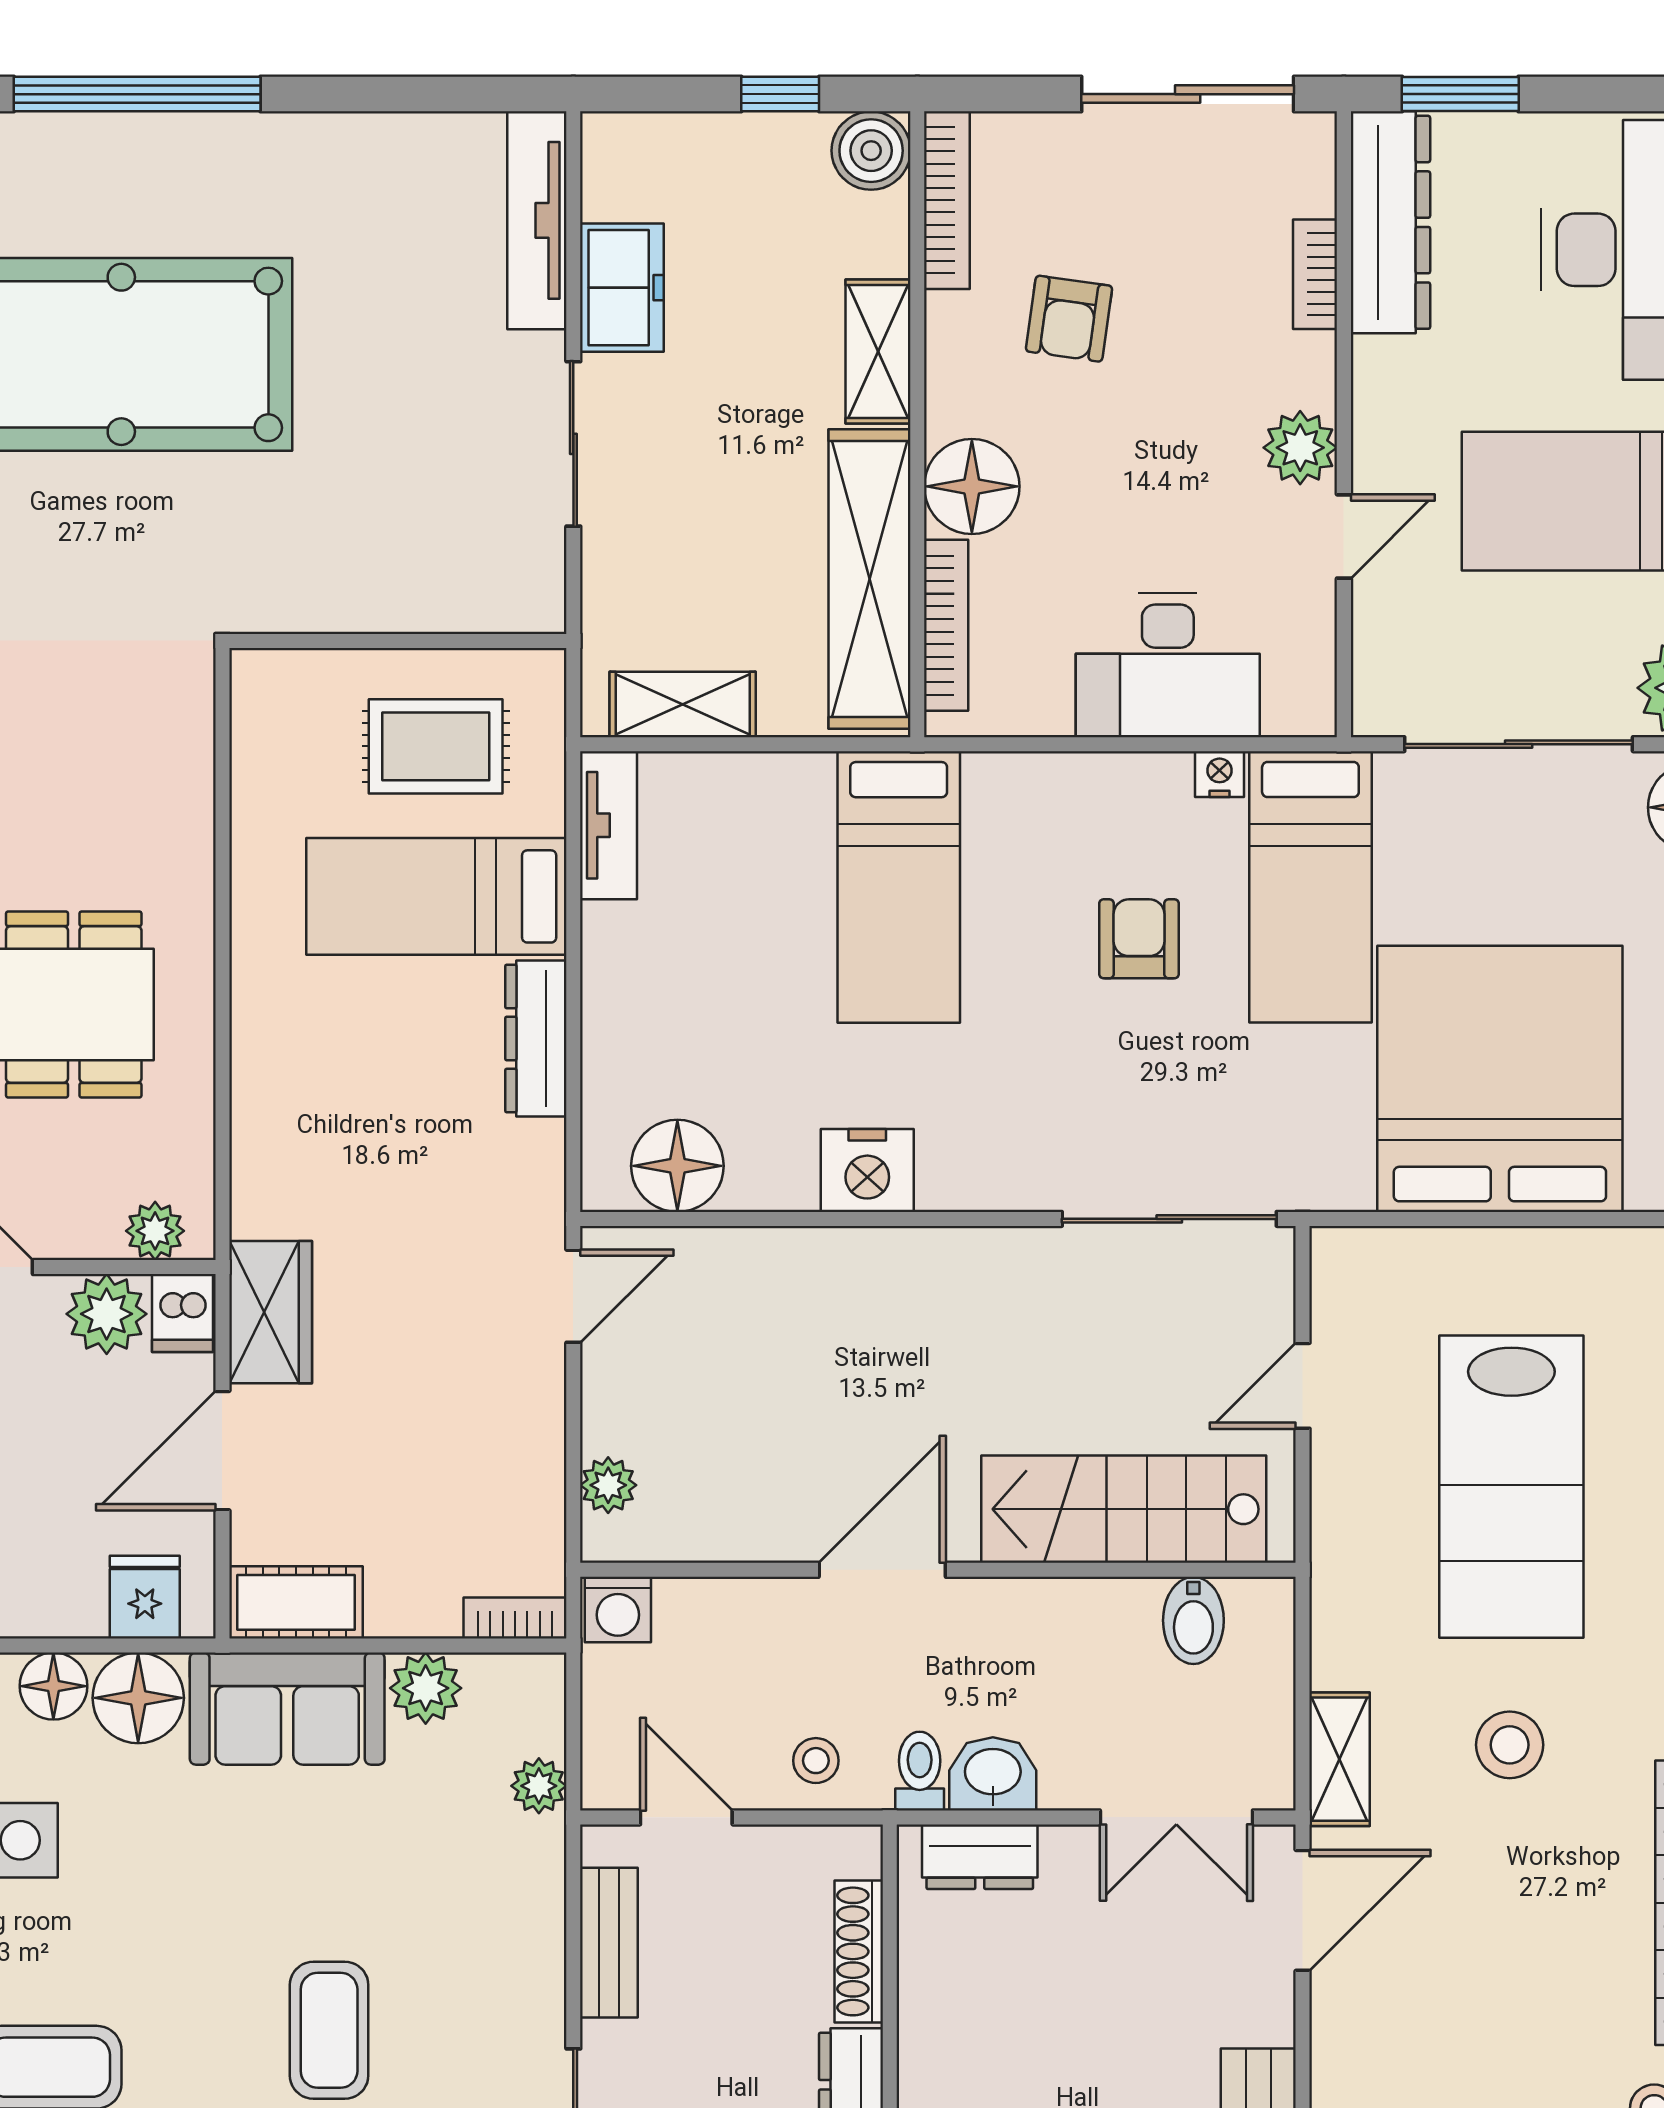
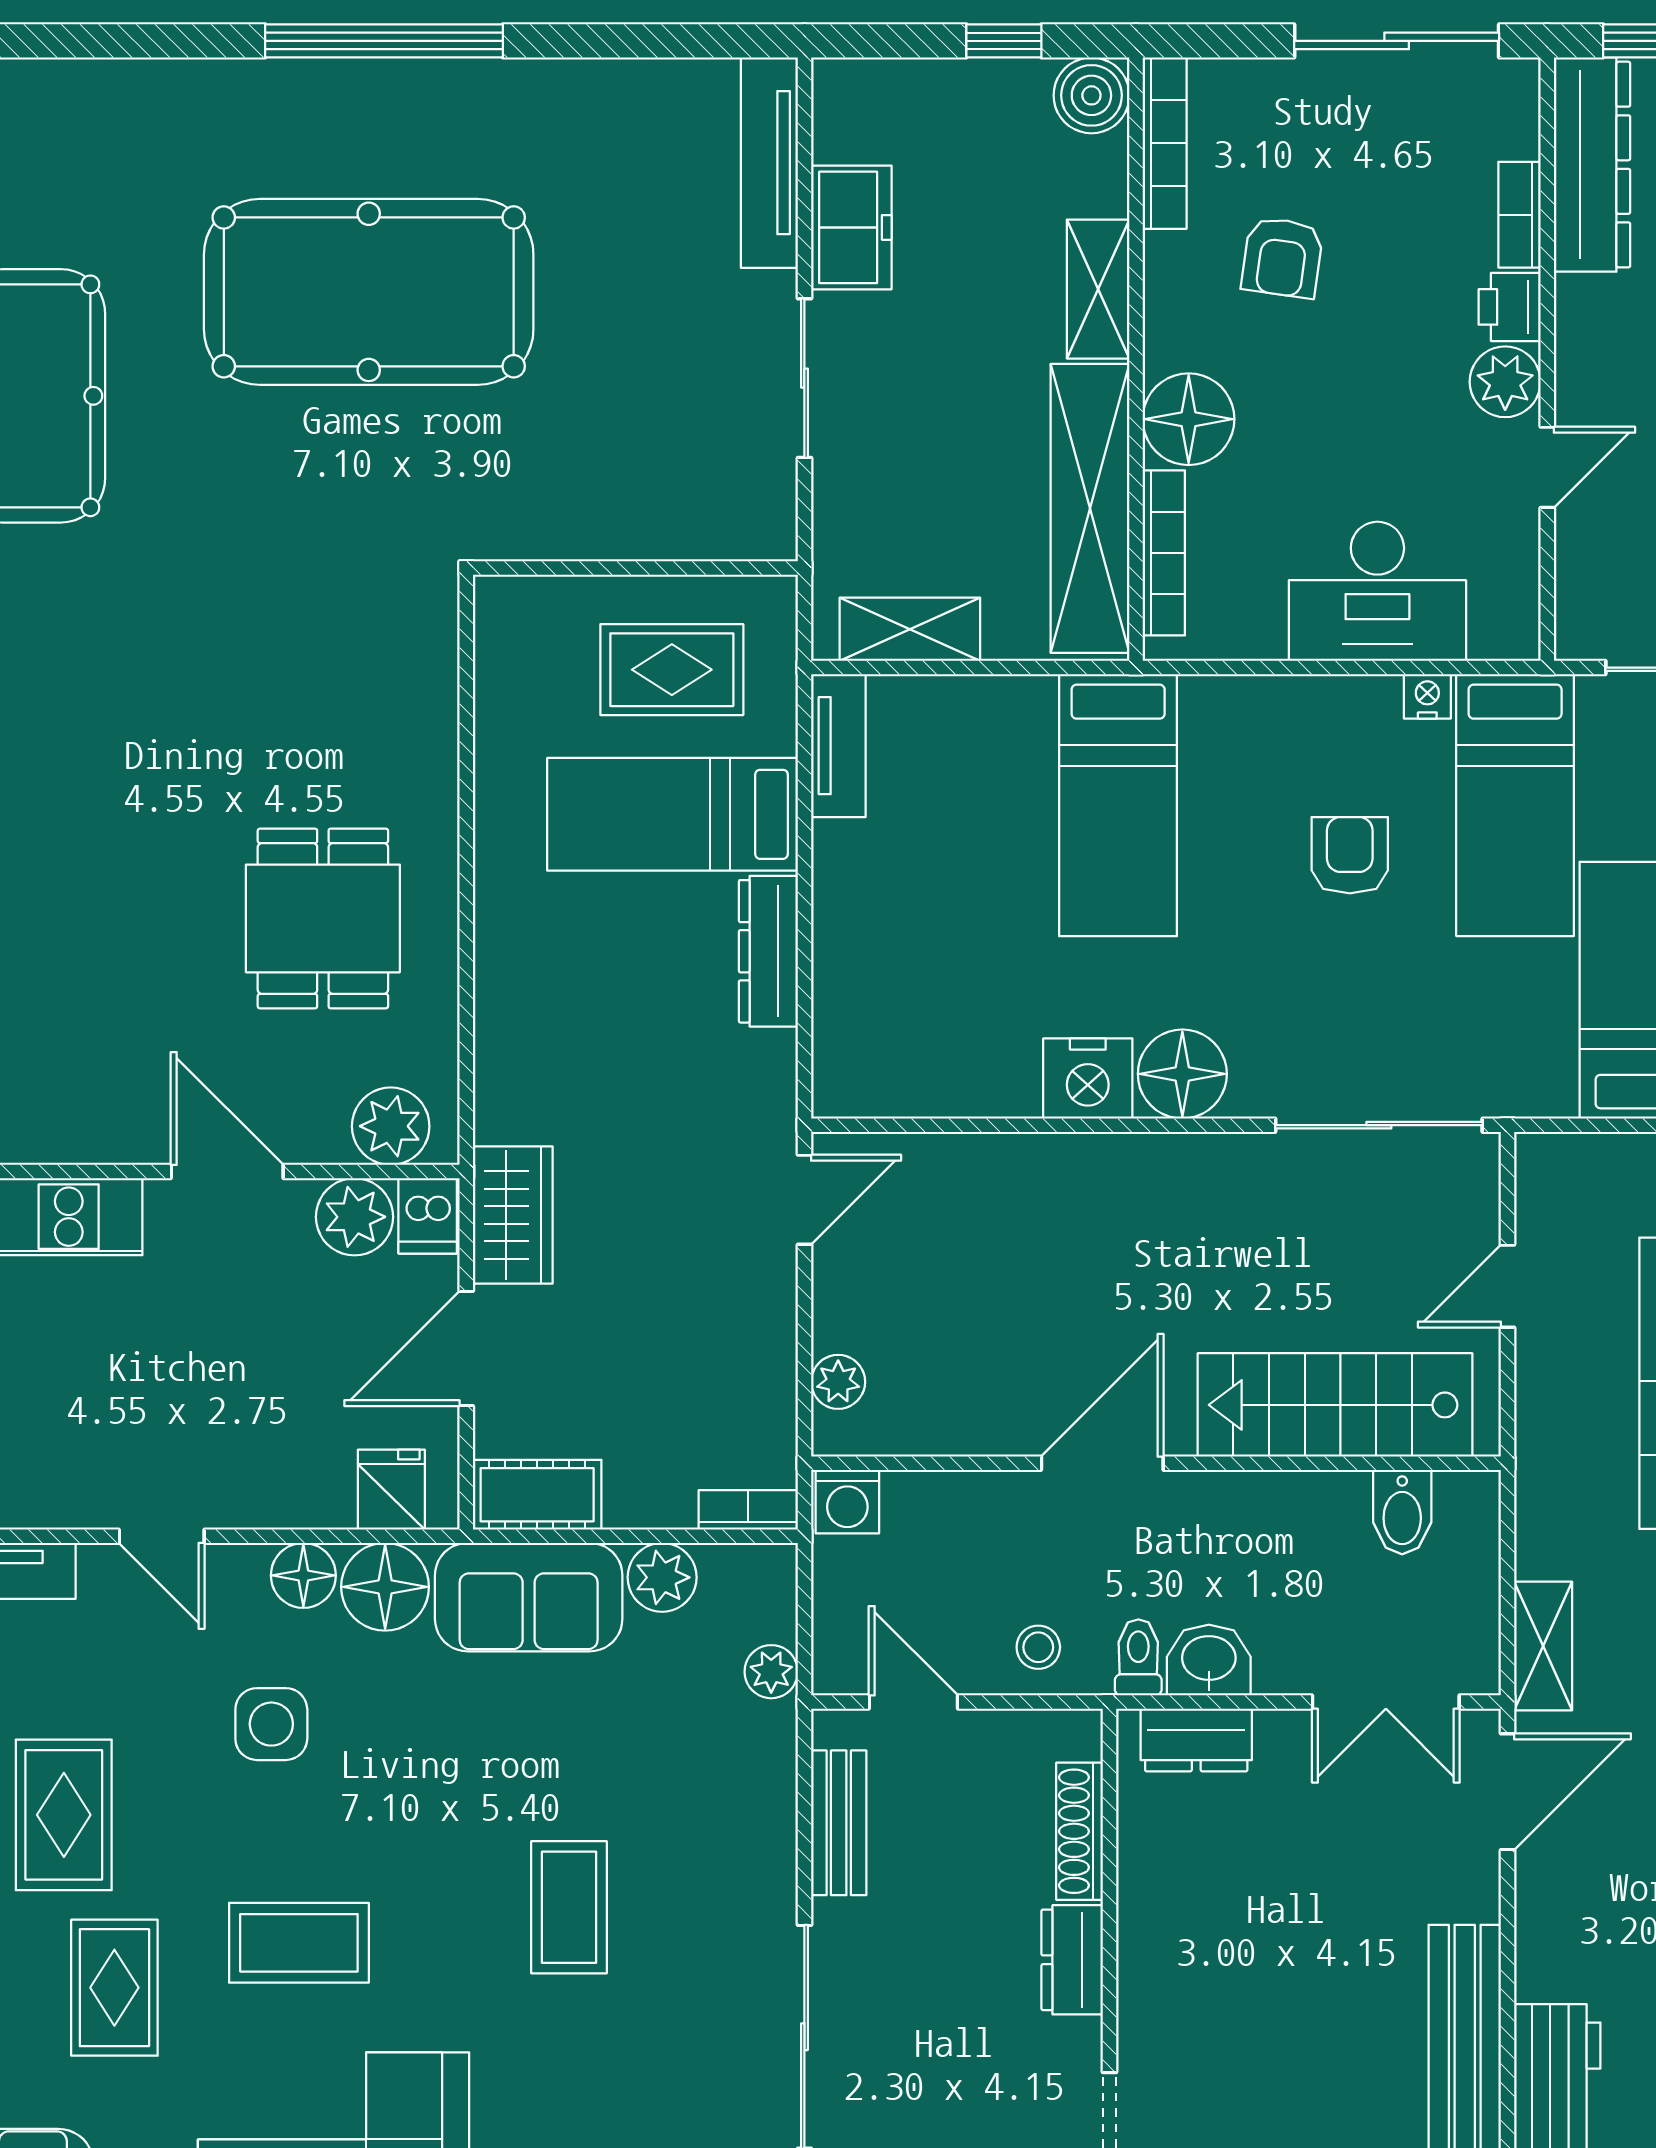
printer: (1305, 370) -> (1510, 307), added
floor lamp: (677, 1166) -> (1182, 1074), moved
plant: (155, 1231) -> (391, 1126), width x1.38, depth x1.38

